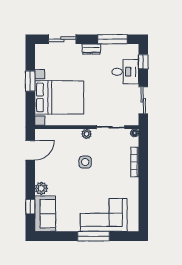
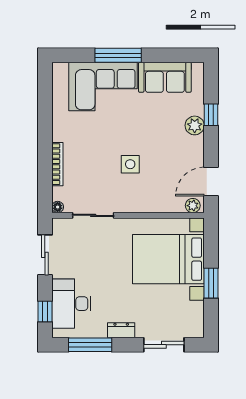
desk: (125, 72) -> (71, 304), width x1.37
plant: (87, 134) -> (193, 206), moved
window: (30, 207) -> (211, 115), moved
sofa: (45, 214) -> (165, 77), moved, turned -90

